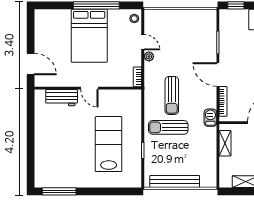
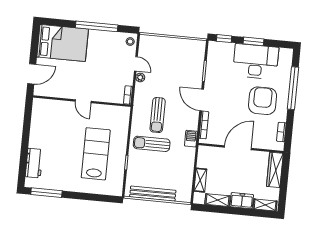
bed: (89, 36) -> (63, 43), moved, turned -90
door: (31, 64) -> (32, 74), hinge flipped
workbench: (62, 98) -> (34, 163), moved, turned -90
shelving: (225, 143) -> (200, 180), moved

